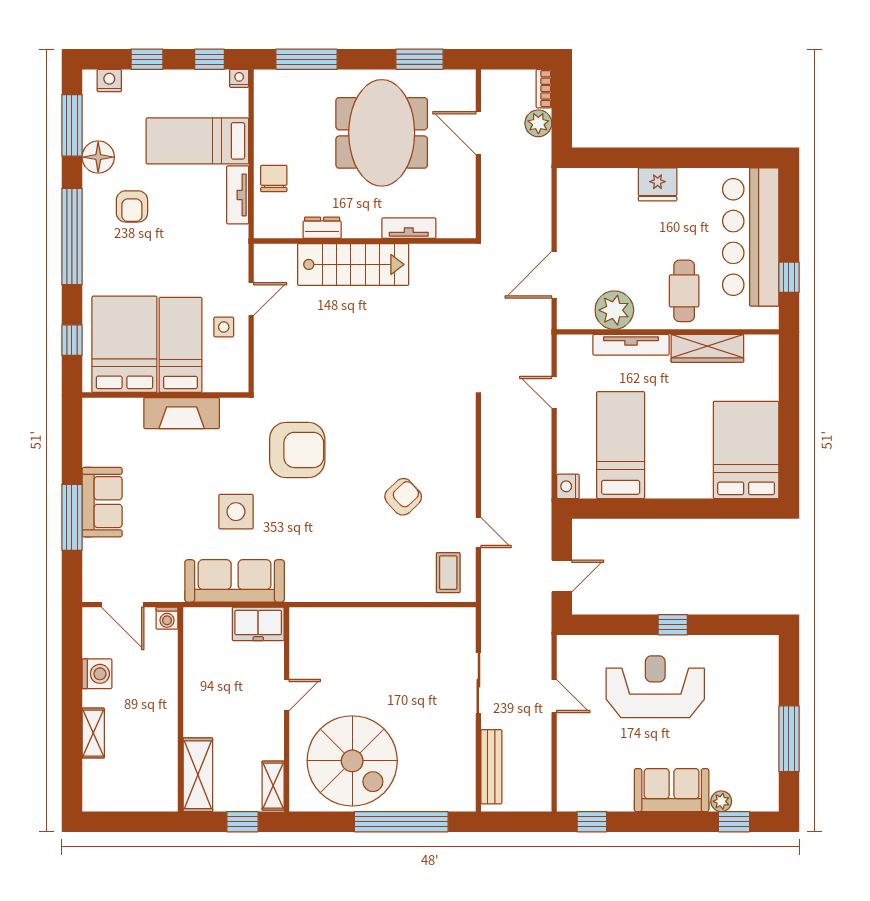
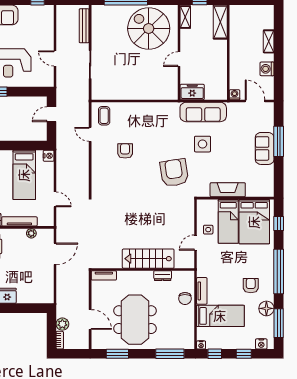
tv unit: (409, 228) -> (104, 275), moved
plant: (614, 310) -> (31, 233), width x0.53, depth x0.53
armchair: (297, 450) -> (174, 173), turned 81
armchair: (403, 497) -> (125, 151), turned 133

